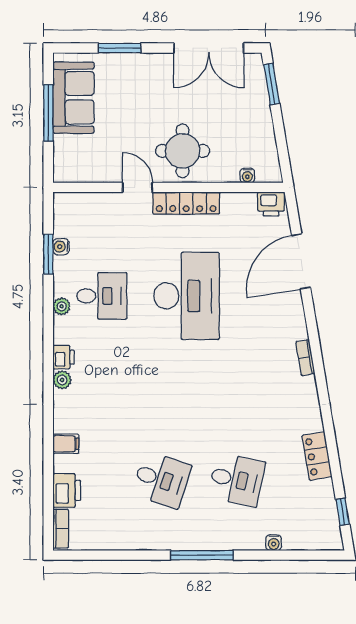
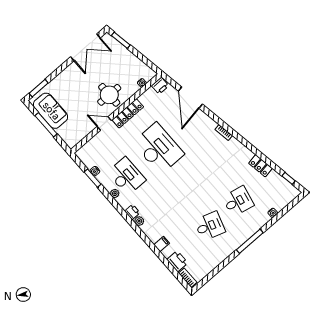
window: (120, 48) -> (39, 88), moved
desk: (102, 296) -> (127, 176), width x1.37

